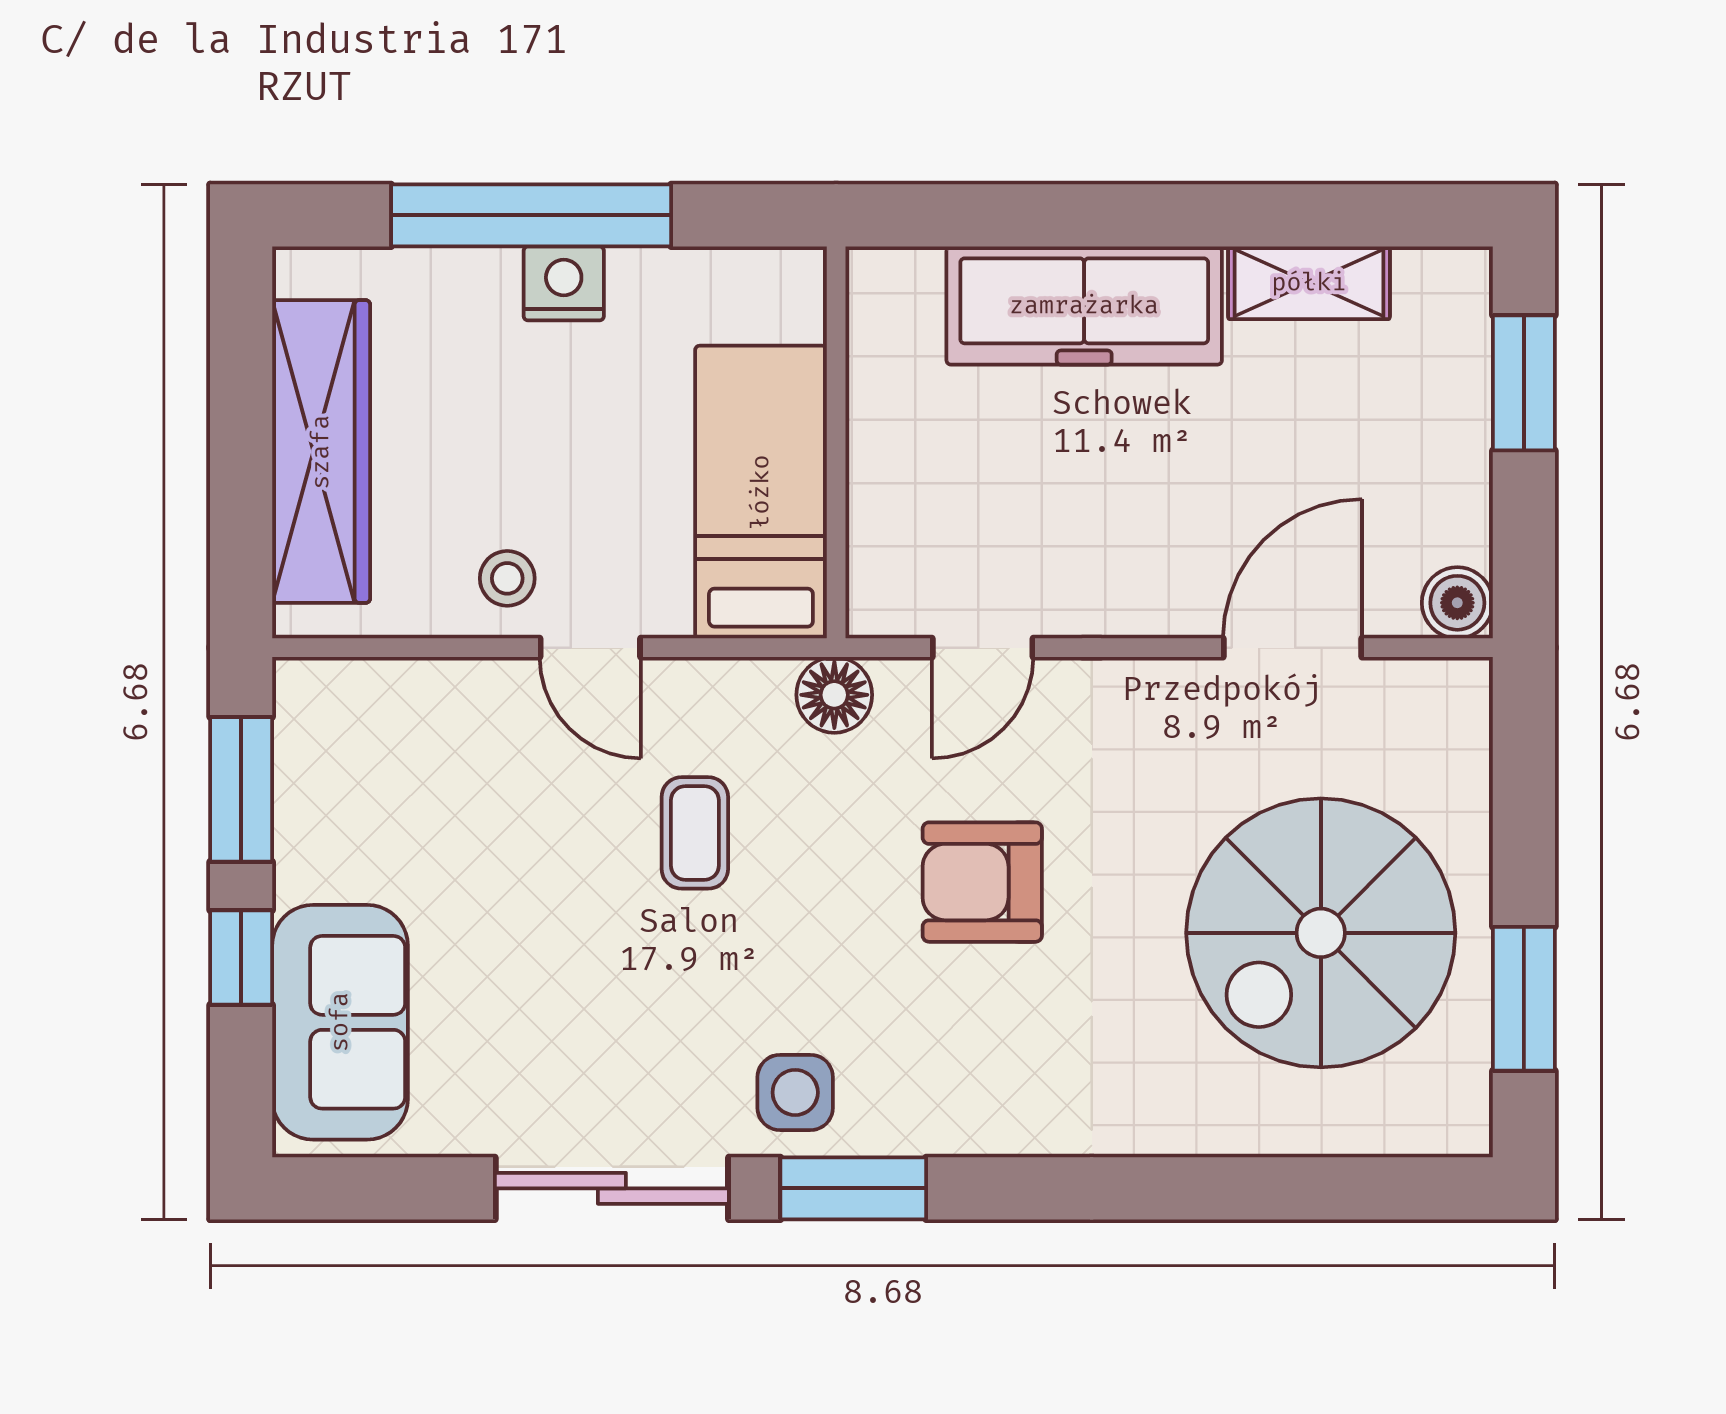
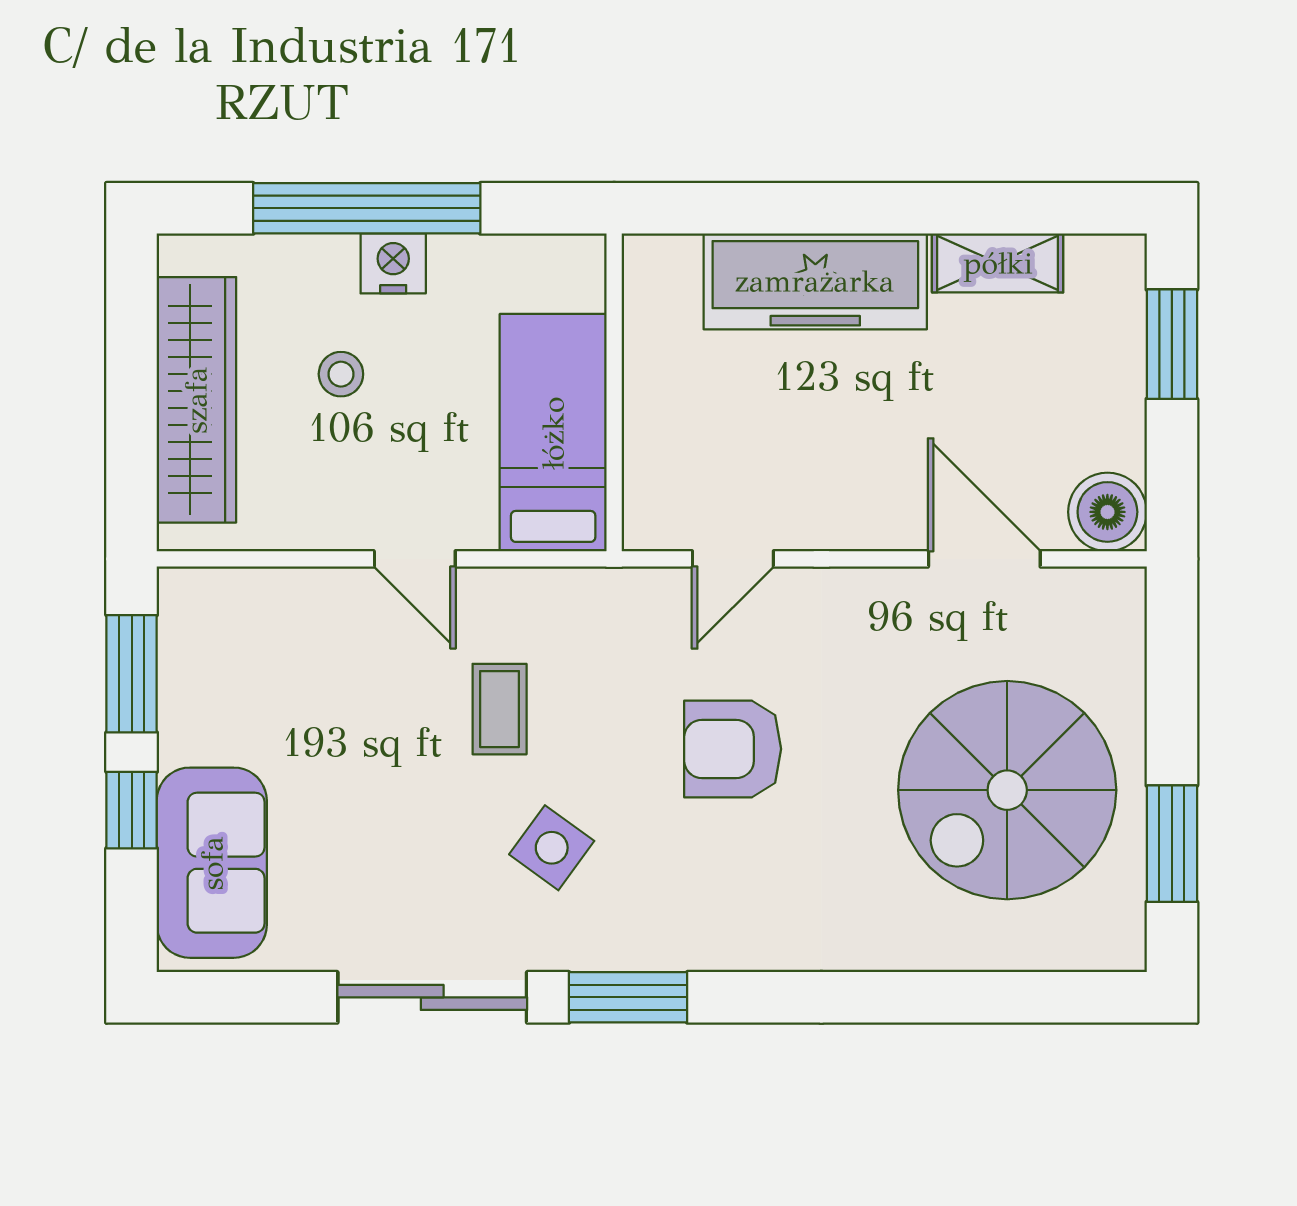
stool: (507, 578) -> (341, 374), moved
boiler: (1457, 603) -> (1107, 512), width x1.36, depth x1.36
door: (1293, 648) -> (984, 559), hinge flipped
floor lamp: (834, 695) -> (613, 597), removed
side table: (795, 1092) -> (552, 848), moved, turned 36

